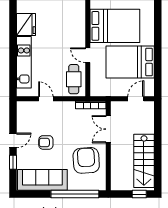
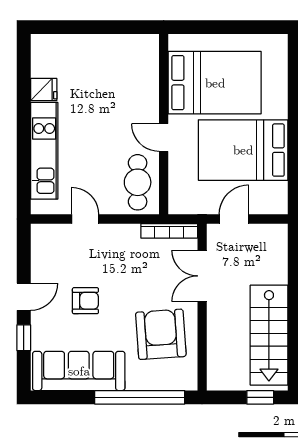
fridge: (26, 24) -> (44, 89), width x0.53, depth x0.75
door: (136, 99) -> (234, 219), moved
armchair: (46, 142) -> (85, 301), turned 180

